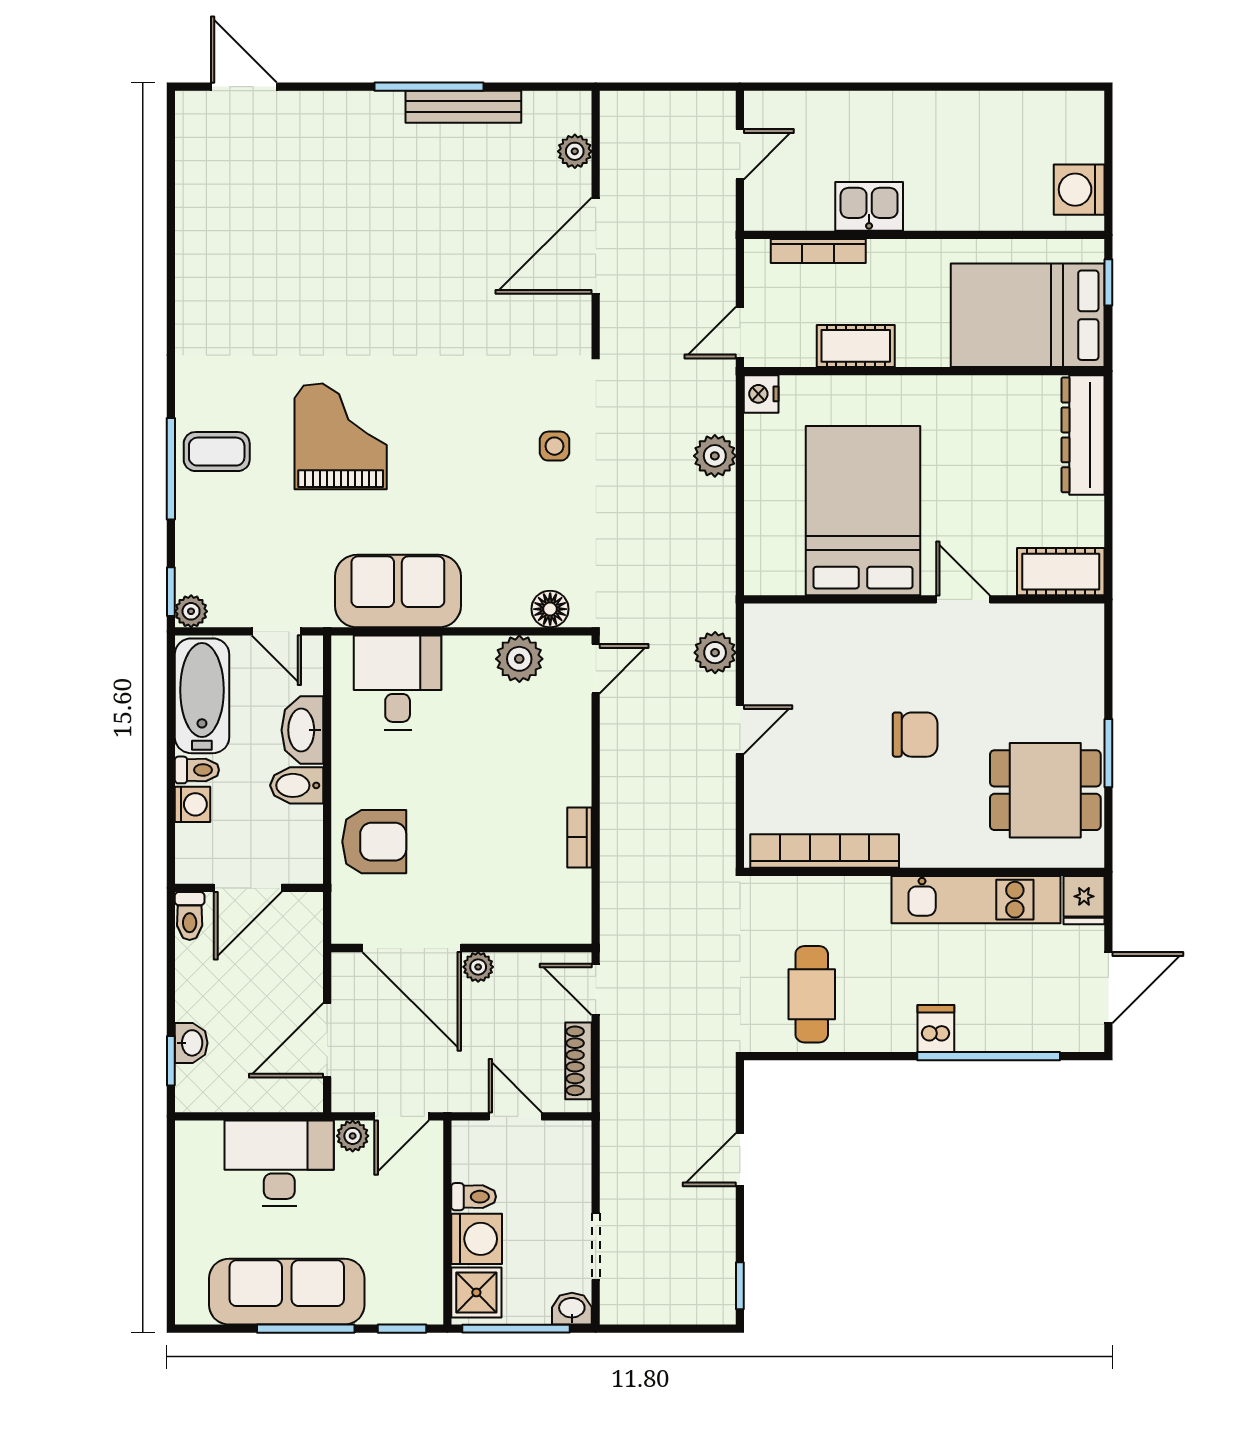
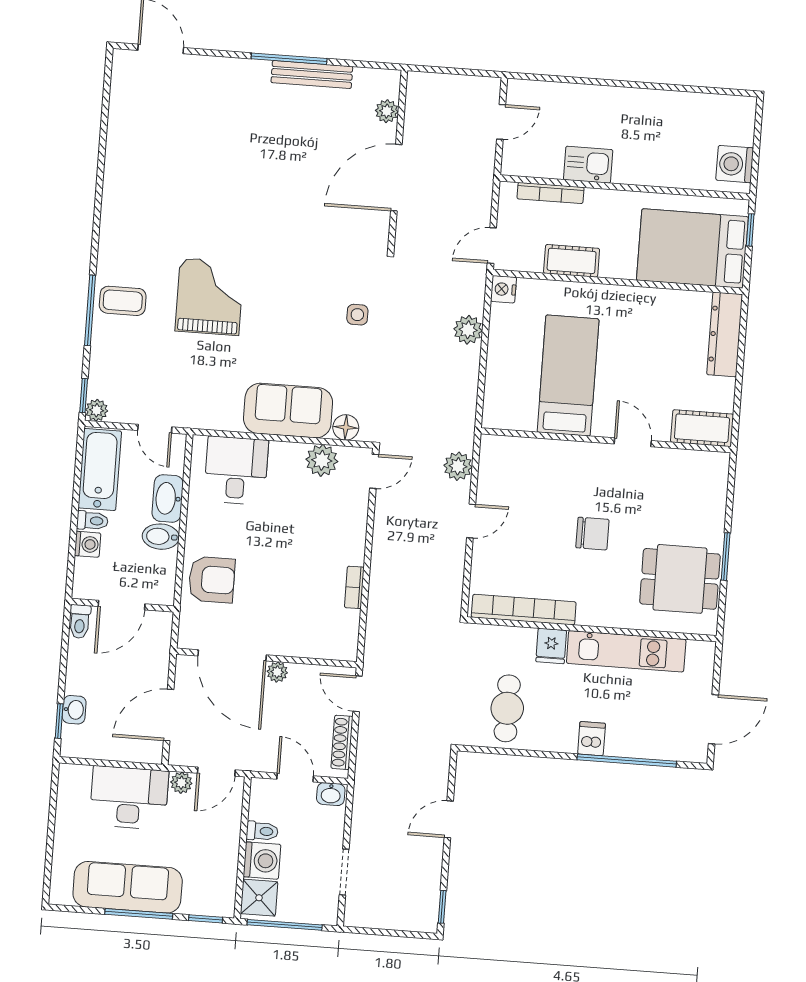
bed: (863, 511) -> (568, 376), width x0.67
sofa: (398, 591) -> (288, 411), moved
fridge: (1084, 900) -> (551, 646), moved
washbasin: (572, 1309) -> (331, 794), moved, turned 180

